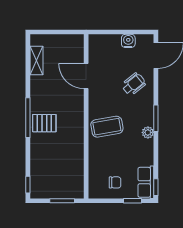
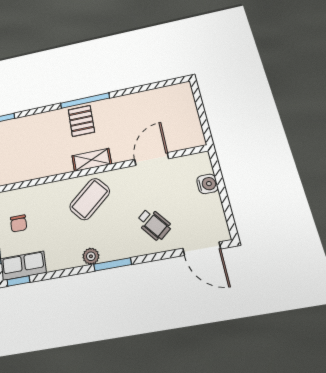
water cooler: (128, 41) -> (207, 184), moved
shelving: (37, 60) -> (92, 160), moved
coffee table: (107, 127) -> (90, 199), turned 60

